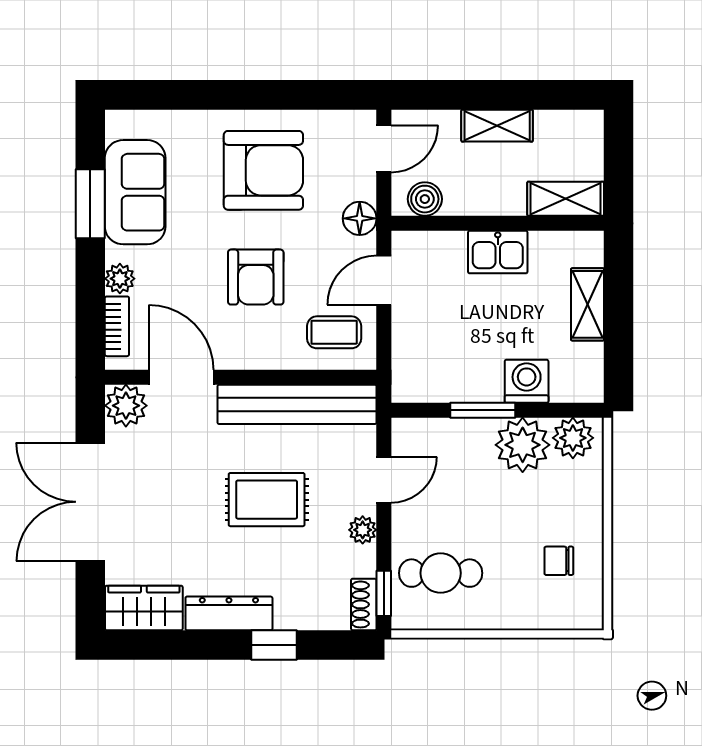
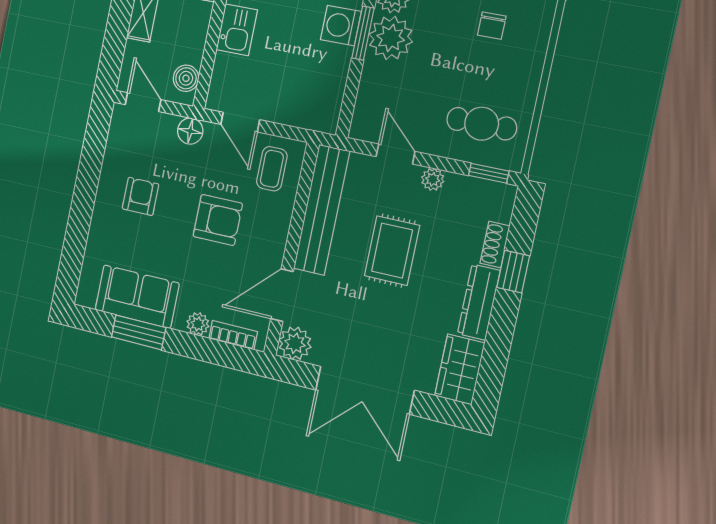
armchair: (263, 170) -> (140, 196), width x0.53, depth x0.53
window: (483, 410) -> (363, 33), moved
cafe table: (441, 573) -> (482, 124), turned 90
shoe rack: (364, 604) -> (495, 245), moved, turned 90

